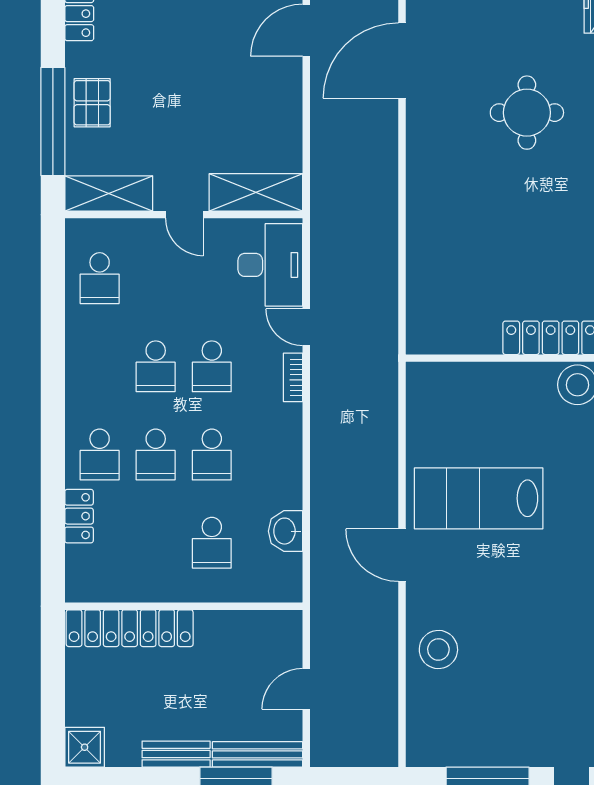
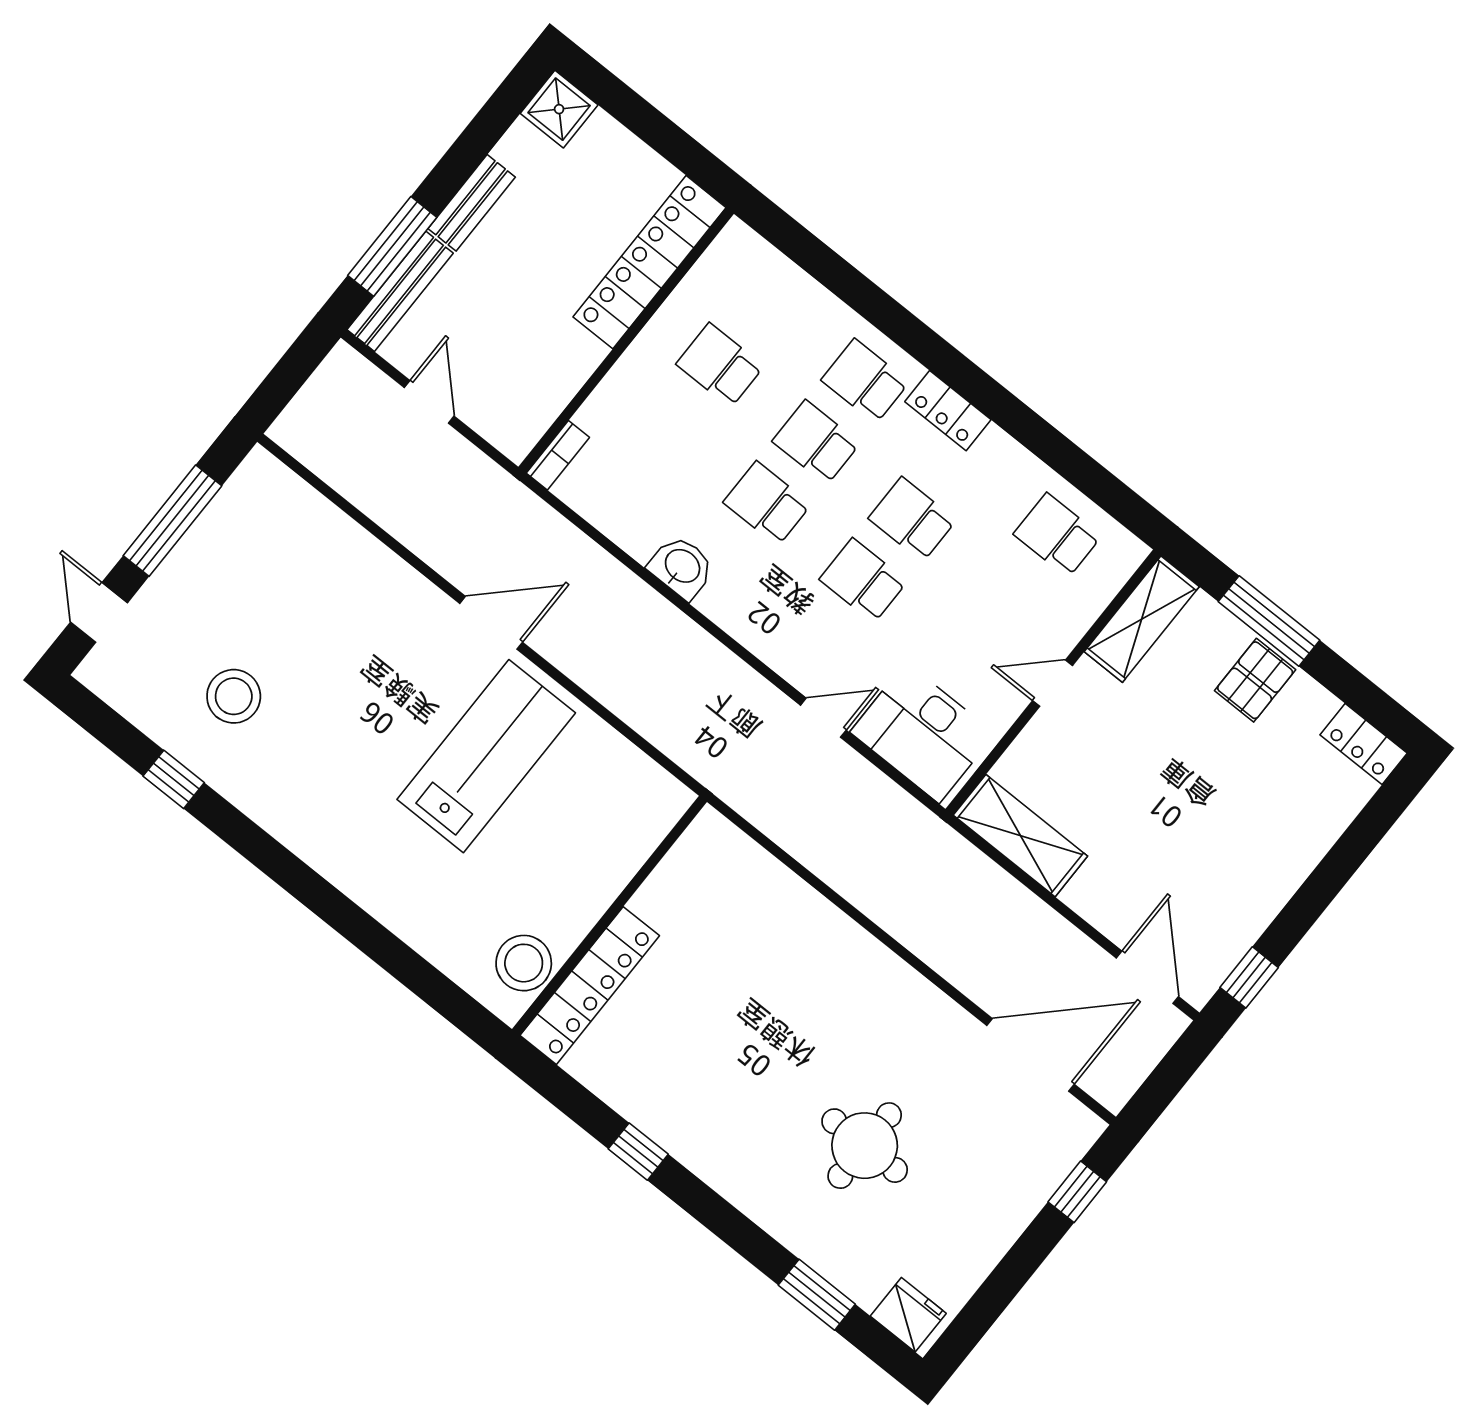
door: (402, 61) -> (1031, 1055), hinge flipped
pallet: (92, 103) -> (1255, 680), turned 90
window: (53, 121) -> (1269, 621), width x0.68
shelving: (256, 192) -> (1020, 836), moved, turned 90
bookcase: (293, 377) -> (558, 455), moved, turned 90
locker: (79, 516) -> (948, 411), moved
washbasin: (286, 531) -> (682, 567), moved
school desk: (212, 543) -> (720, 365), moved
stool: (438, 650) -> (234, 696), moved

